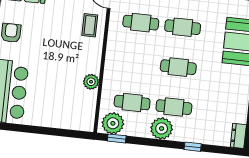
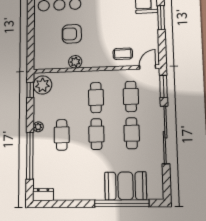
armchair: (57, 82) -> (72, 34), added
cafe table: (132, 103) -> (96, 98), moved
plant: (162, 128) -> (38, 127), width x0.53, depth x0.53
window: (193, 147) -> (30, 156), width x3.17

